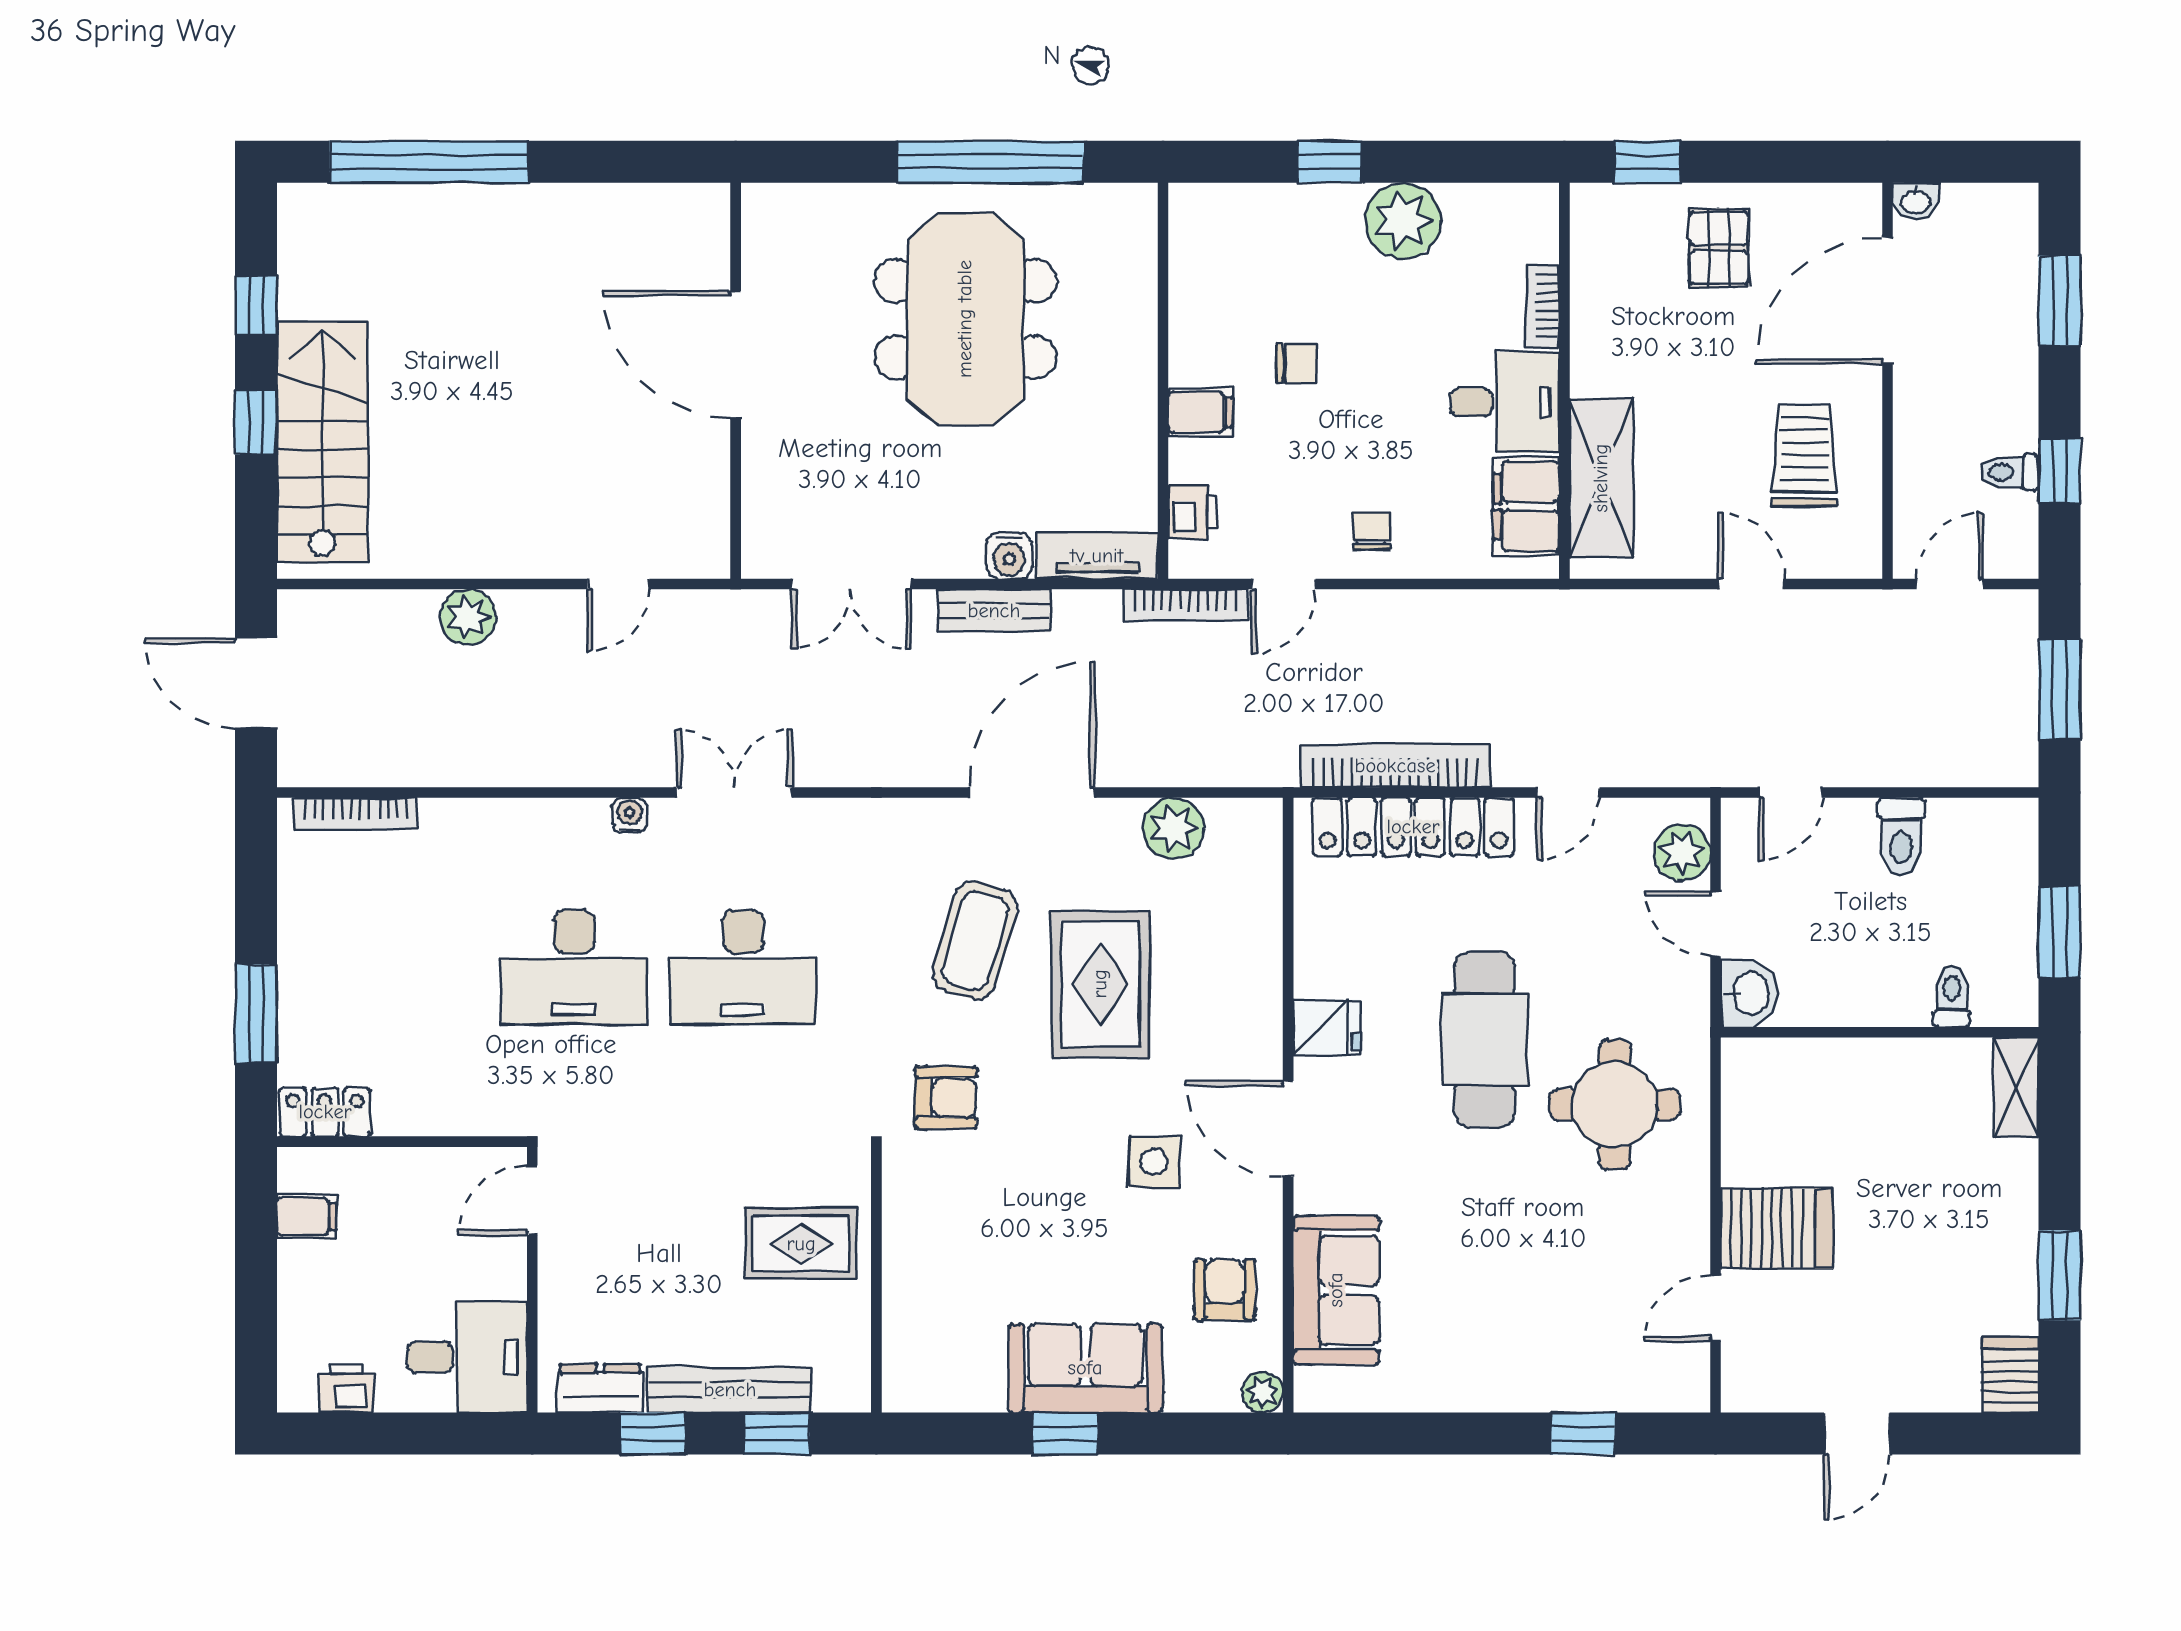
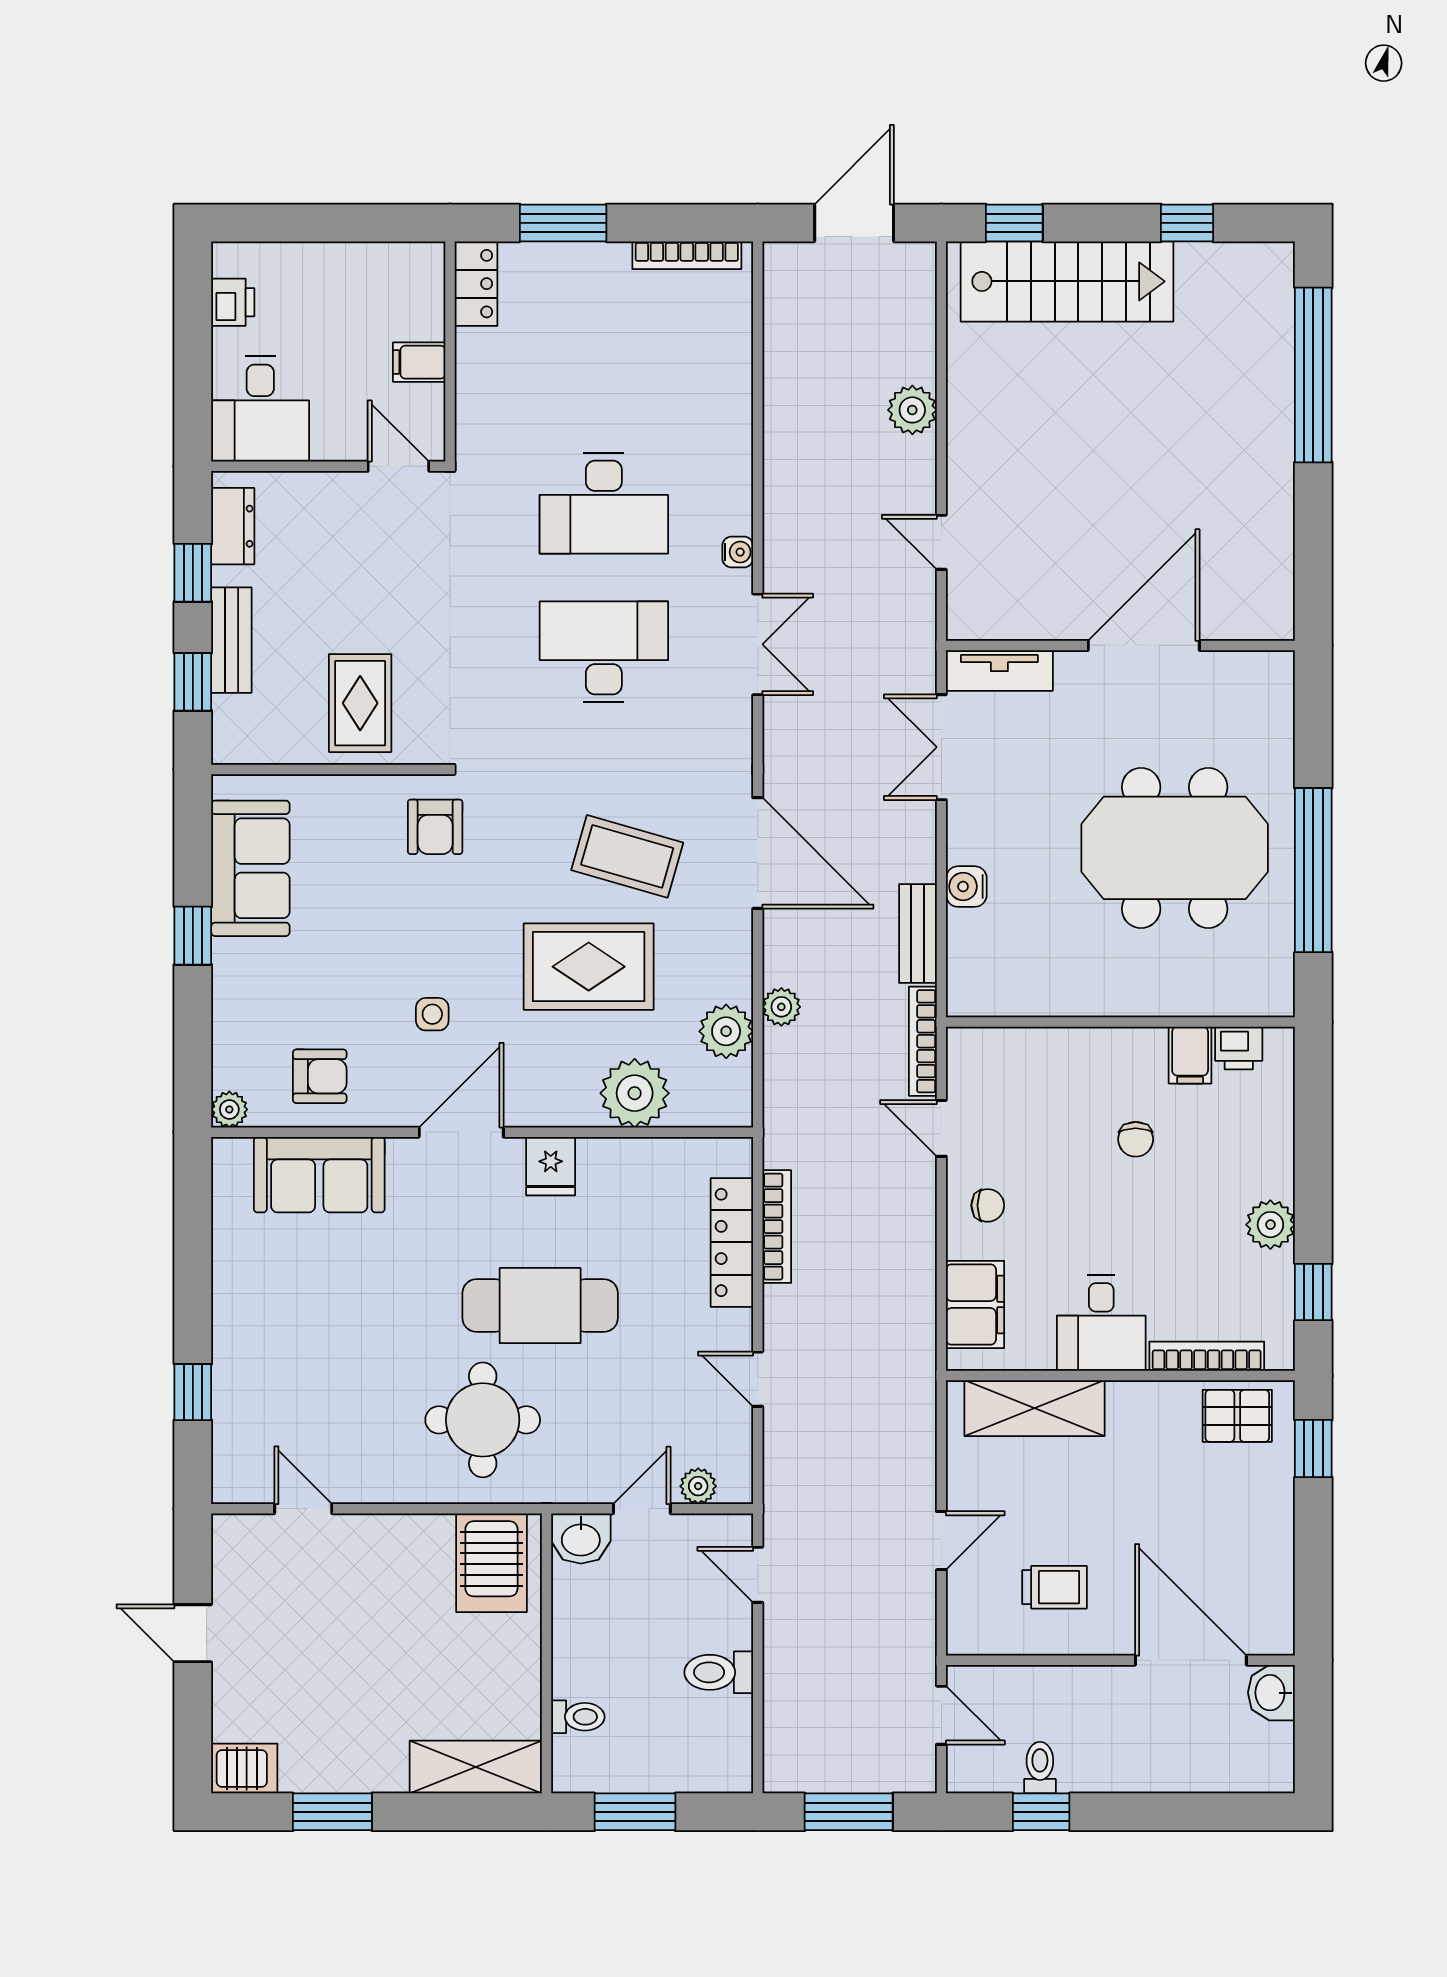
window: (1330, 162) -> (1313, 1292), moved
washbasin: (1916, 201) -> (1271, 1693), width x1.38, depth x1.45
plant: (1403, 221) -> (1270, 1225), width x0.73, depth x0.73
pallet: (1719, 248) -> (1237, 1416), moved
window: (2059, 301) -> (1191, 1812), removed
bookcase: (1542, 306) -> (1207, 1356), width x1.56
filing cabinet: (1201, 412) -> (1190, 1055), moved
window: (256, 422) -> (1014, 223), moved
trolley: (1804, 456) -> (1054, 1587), width x0.73, depth x0.72
filing cabinet: (1526, 506) -> (975, 1304), moved, turned 90
printer: (1193, 512) -> (1239, 1048), moved
tv unit: (1097, 556) -> (999, 670), moved, turned 90
bench: (994, 611) -> (918, 934), moved
plant: (1146, 766) -> (781, 1007), added
bookcase: (1395, 766) -> (777, 1227), width x0.68, depth x0.76
door: (1032, 792) -> (758, 853), moved
bookcase: (356, 814) -> (687, 255), moved, turned -90
locker: (1413, 827) -> (732, 1242), width x0.71, depth x0.83
plant: (1682, 852) -> (698, 1486), width x0.73, depth x0.73
plant: (1244, 932) -> (635, 1093), added
desk: (574, 967) -> (604, 503), turned -90
desk: (743, 967) -> (604, 652), turned 90
shelving: (2016, 1087) -> (476, 1767), width x1.50, depth x1.33
armchair: (946, 1098) -> (435, 827), moved
side table: (1154, 1162) -> (432, 1014), width x0.73, depth x0.73
filing cabinet: (307, 1217) -> (419, 362), moved, turned 90
server rack: (1777, 1228) -> (491, 1563), moved
sofa: (1085, 1368) -> (250, 868), moved
bench: (730, 1390) -> (231, 640), width x0.73

